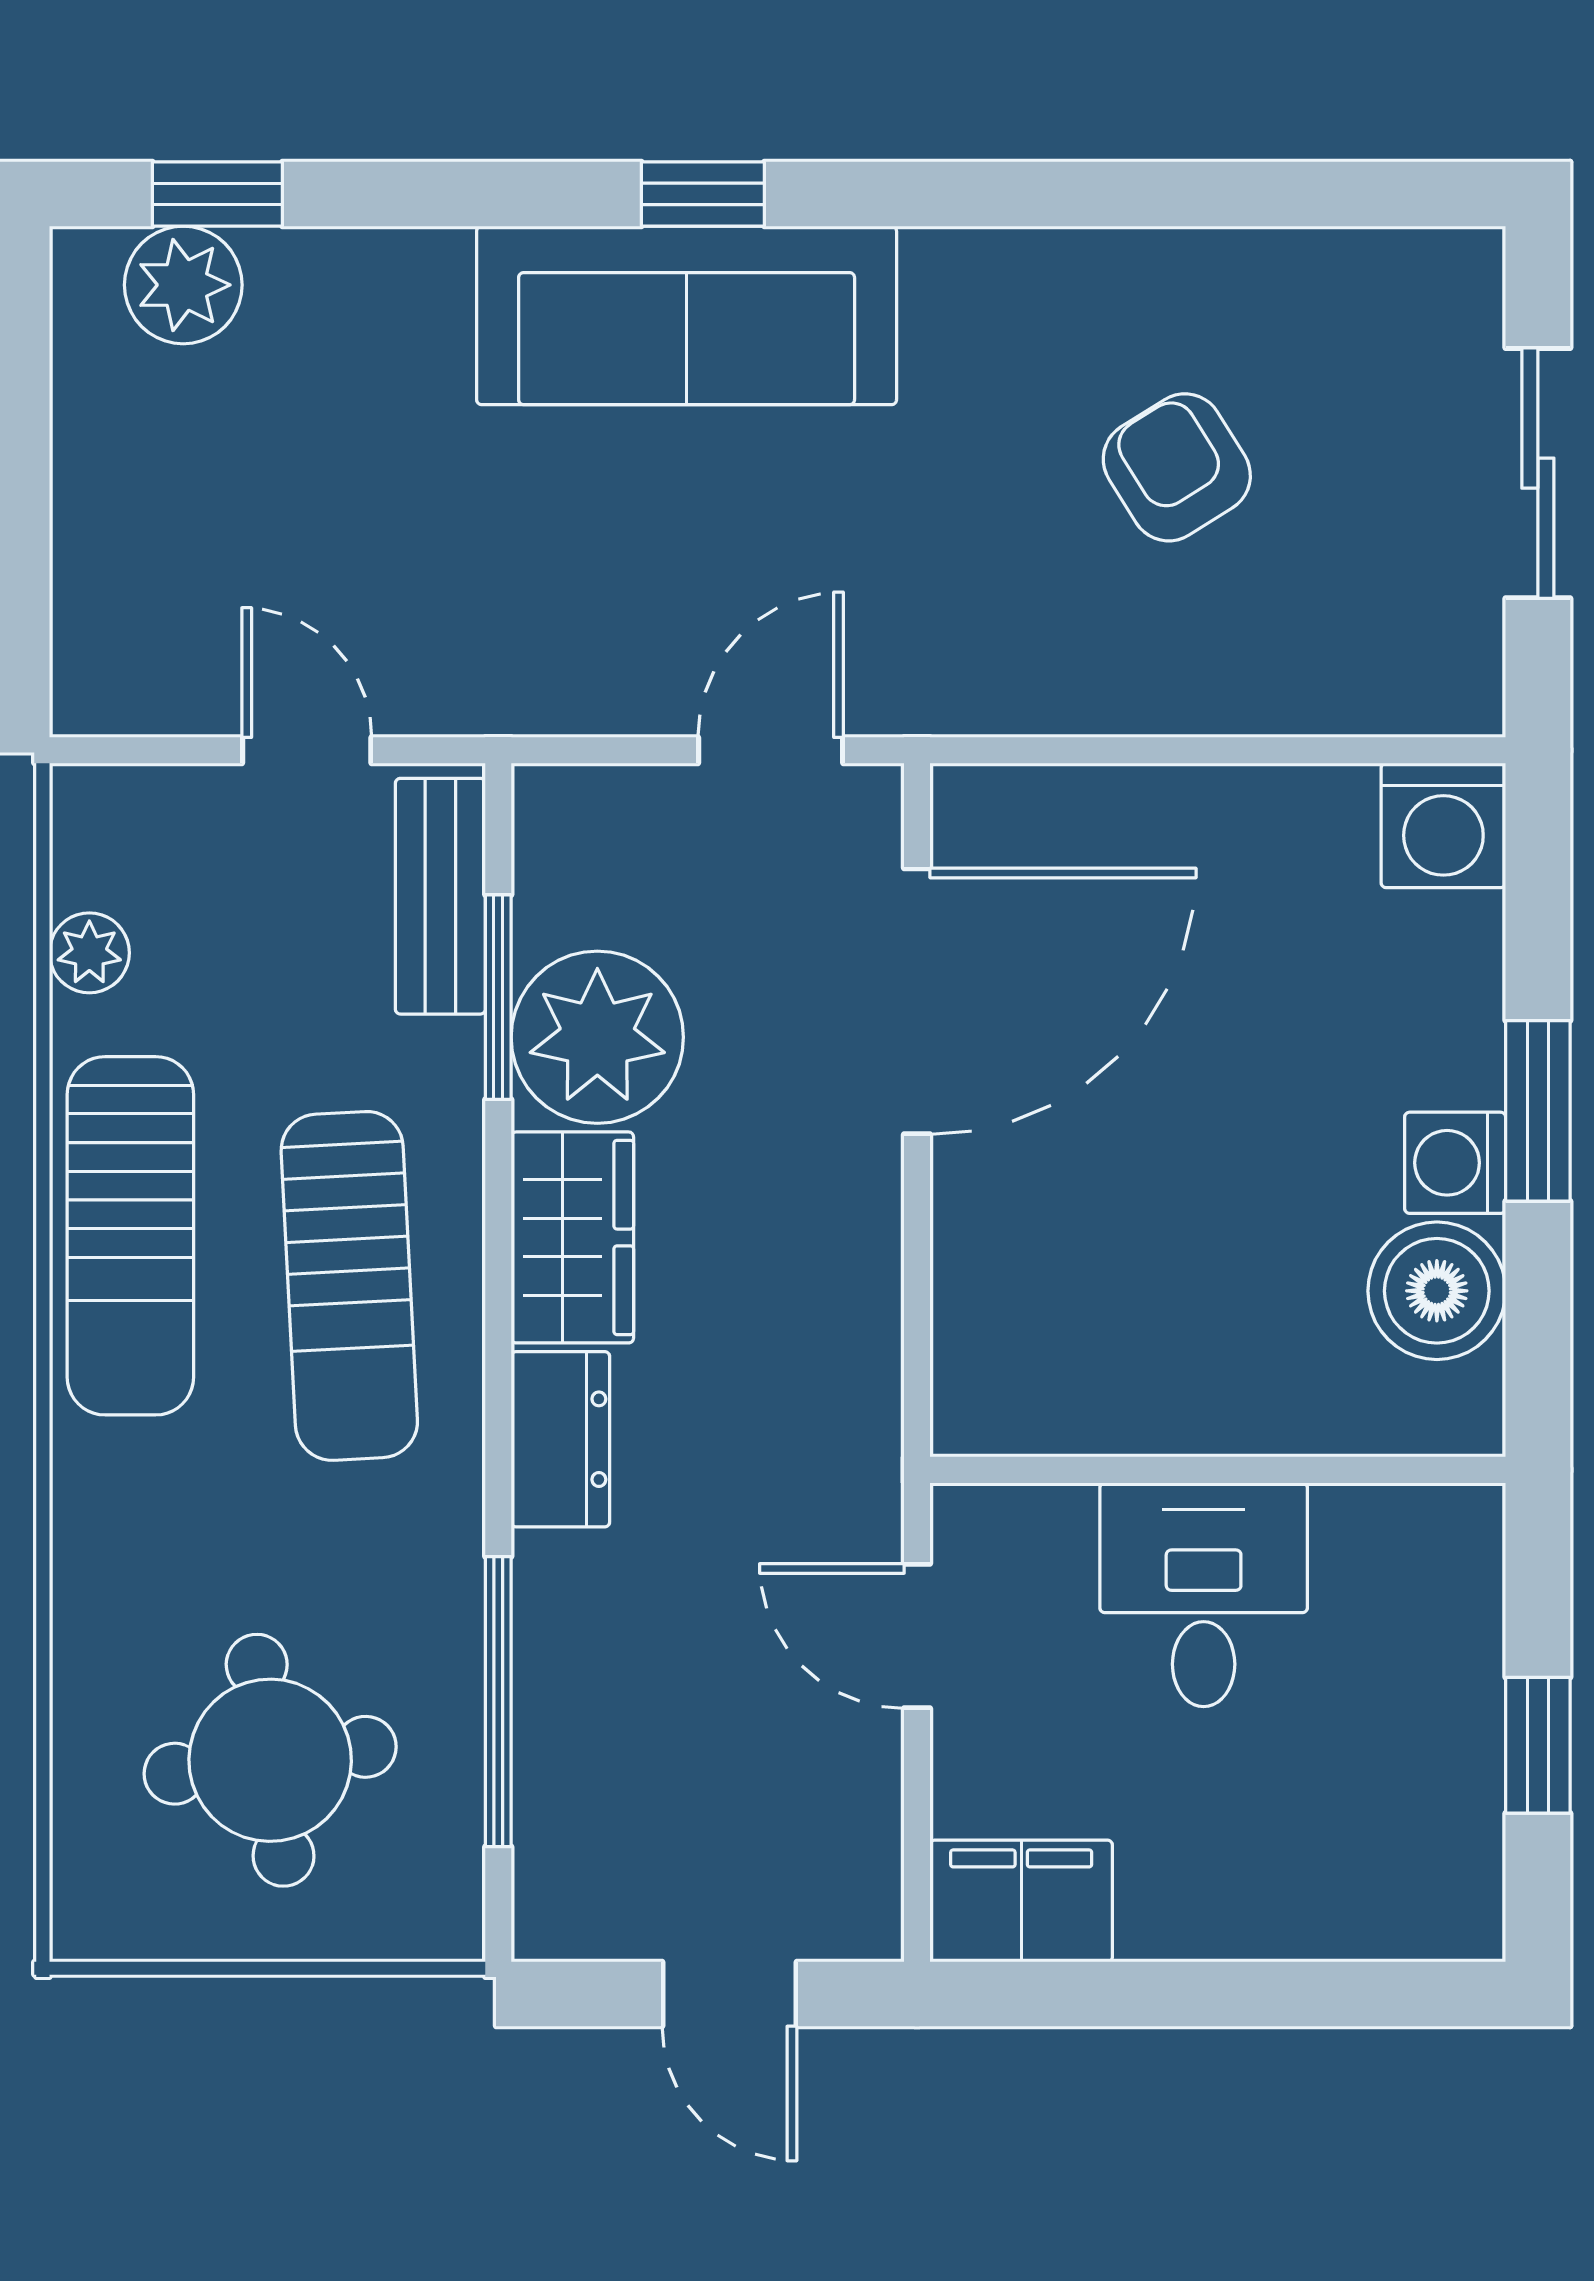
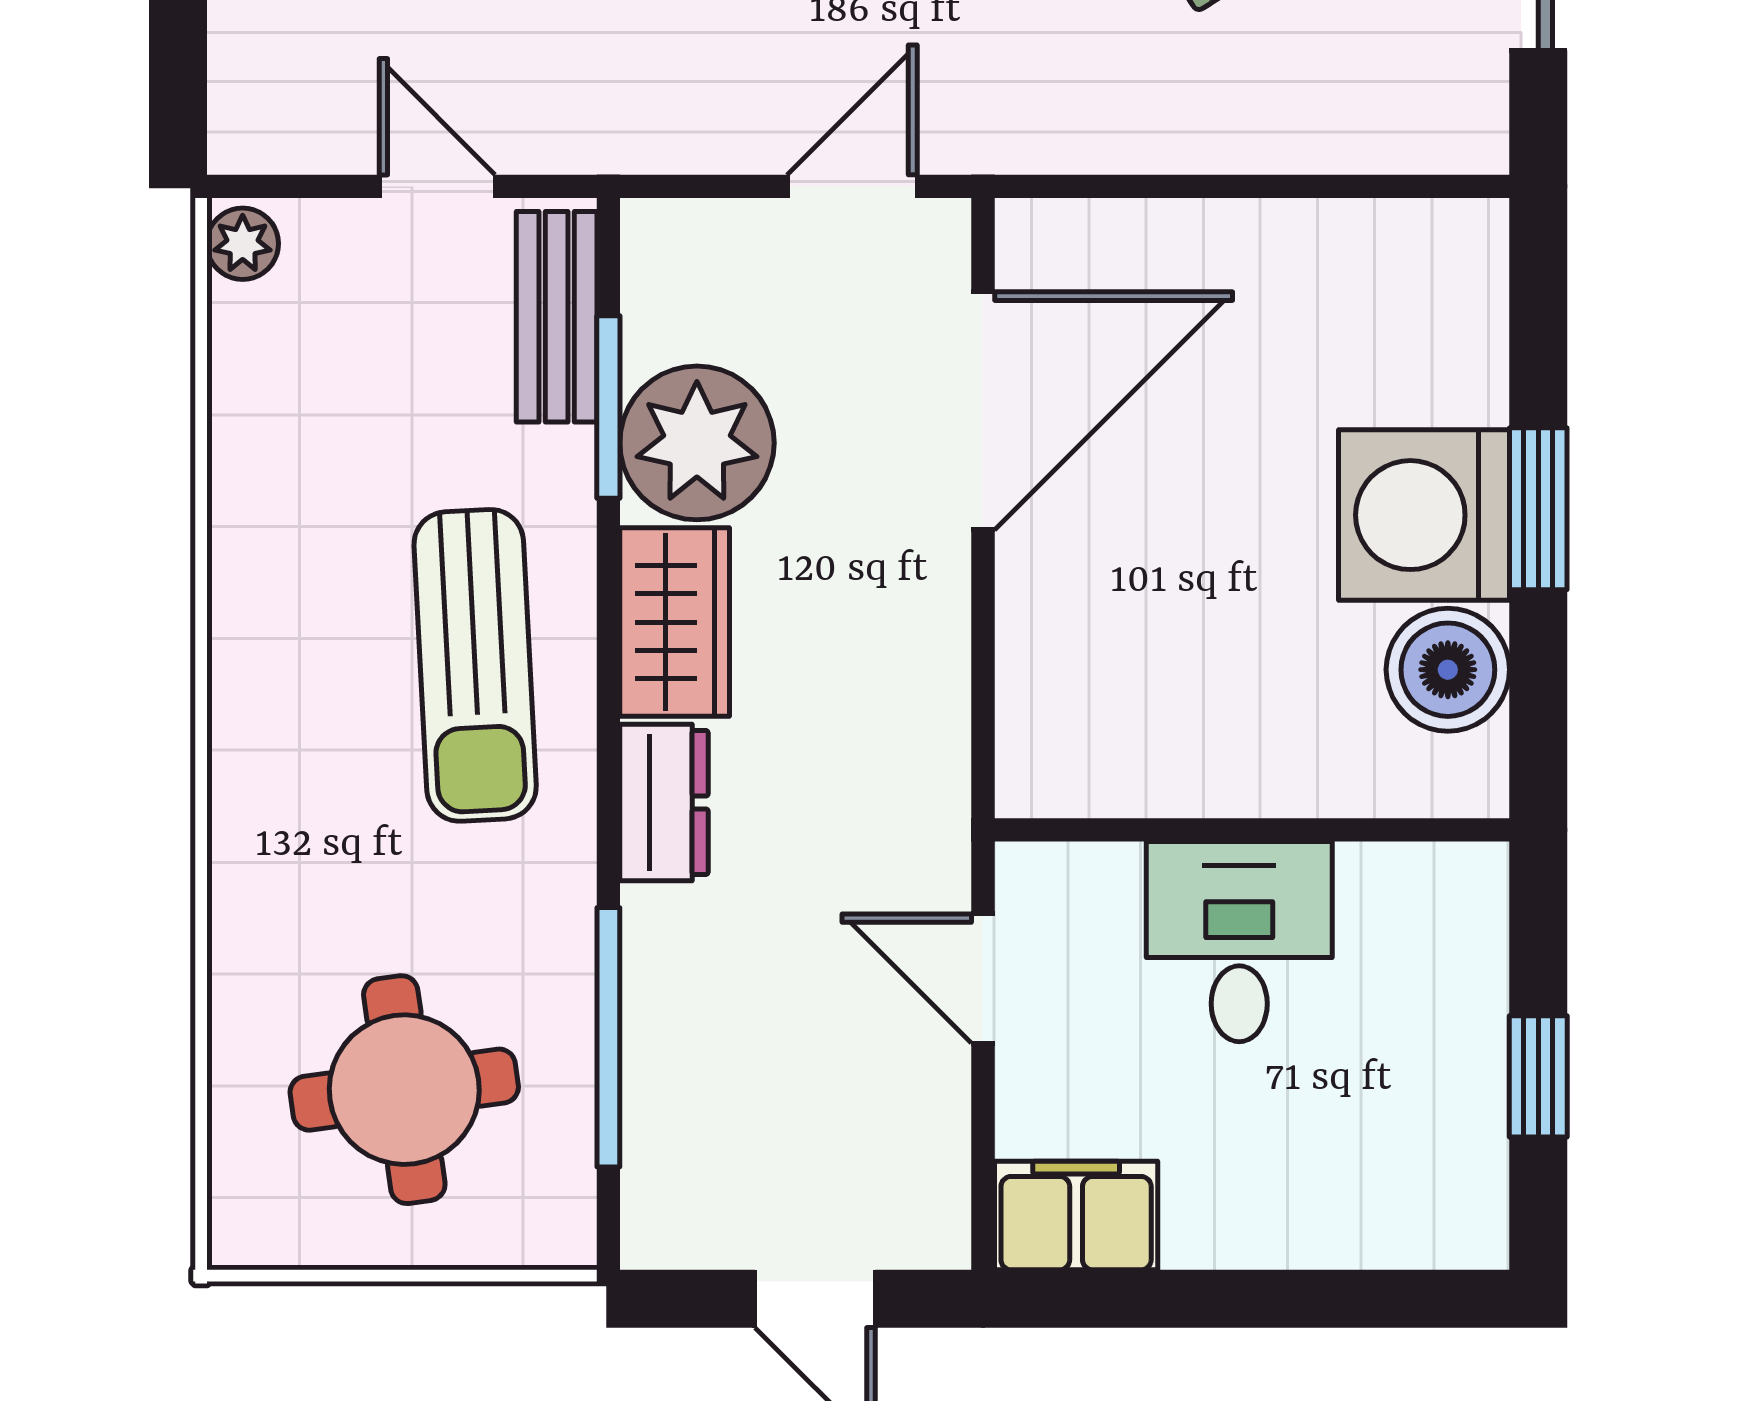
washing machine: (1443, 825) -> (1454, 254), removed
plant: (89, 953) -> (243, 244), moved
washing machine: (1455, 1163) -> (1424, 515), width x1.89, depth x1.89
sun lounger: (130, 1236) -> (279, 621), removed

